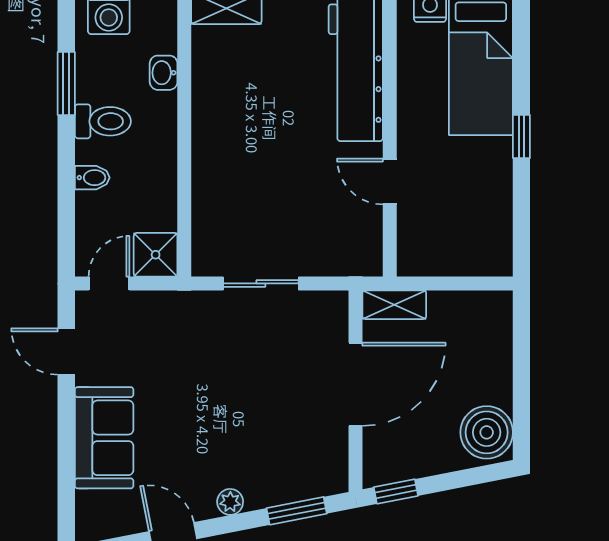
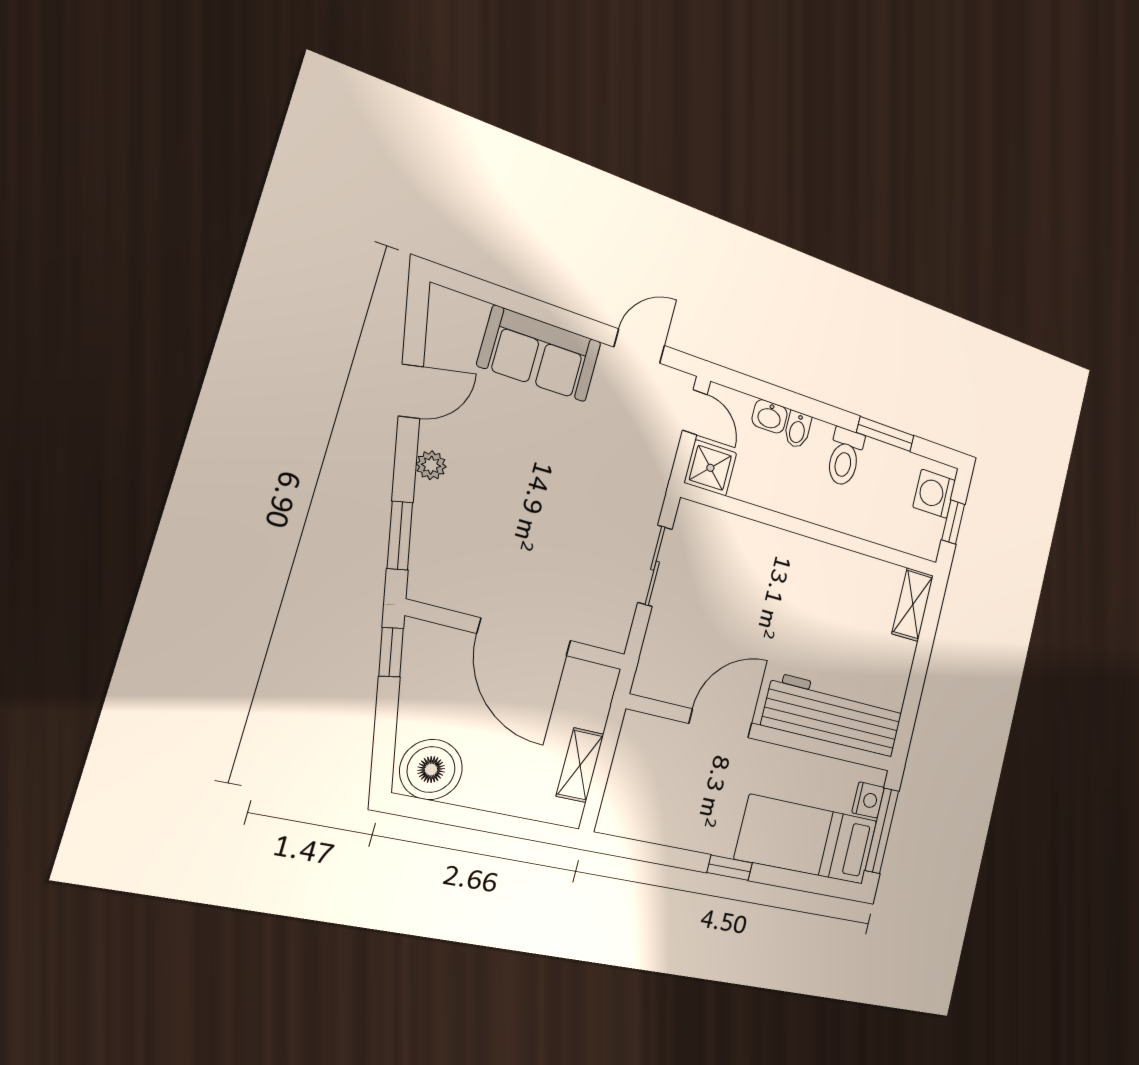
washbasin: (164, 73) -> (770, 416), moved, turned 180
door: (390, 181) -> (720, 723), width x1.38
shelving: (394, 305) -> (580, 765), moved

